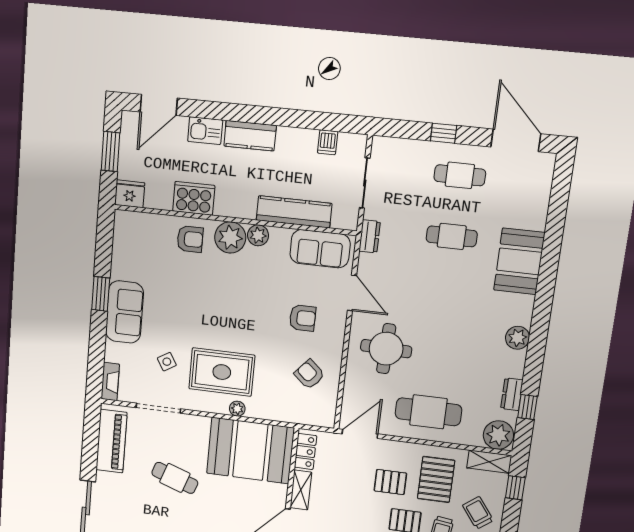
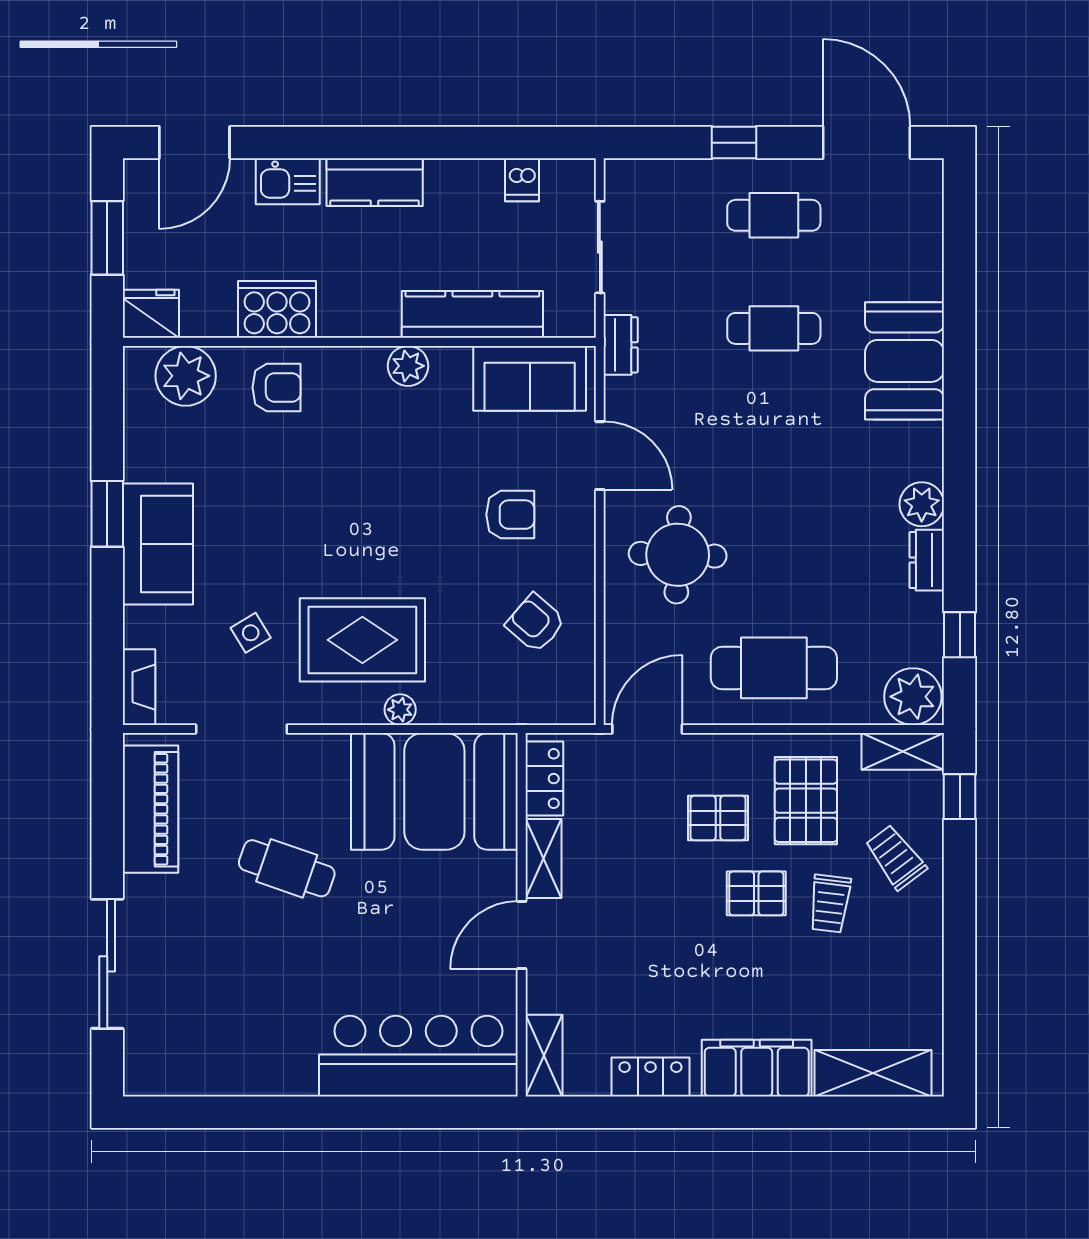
plant: (230, 237) -> (186, 376), moved
dresser: (512, 394) -> (927, 560), moved

